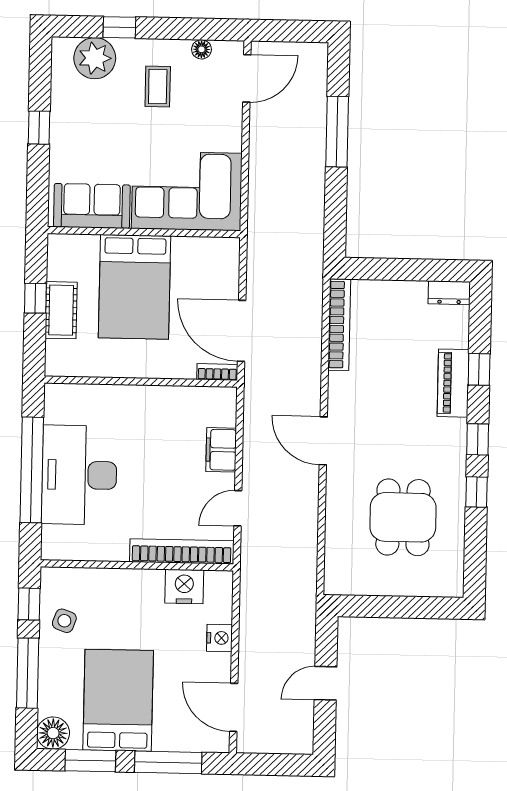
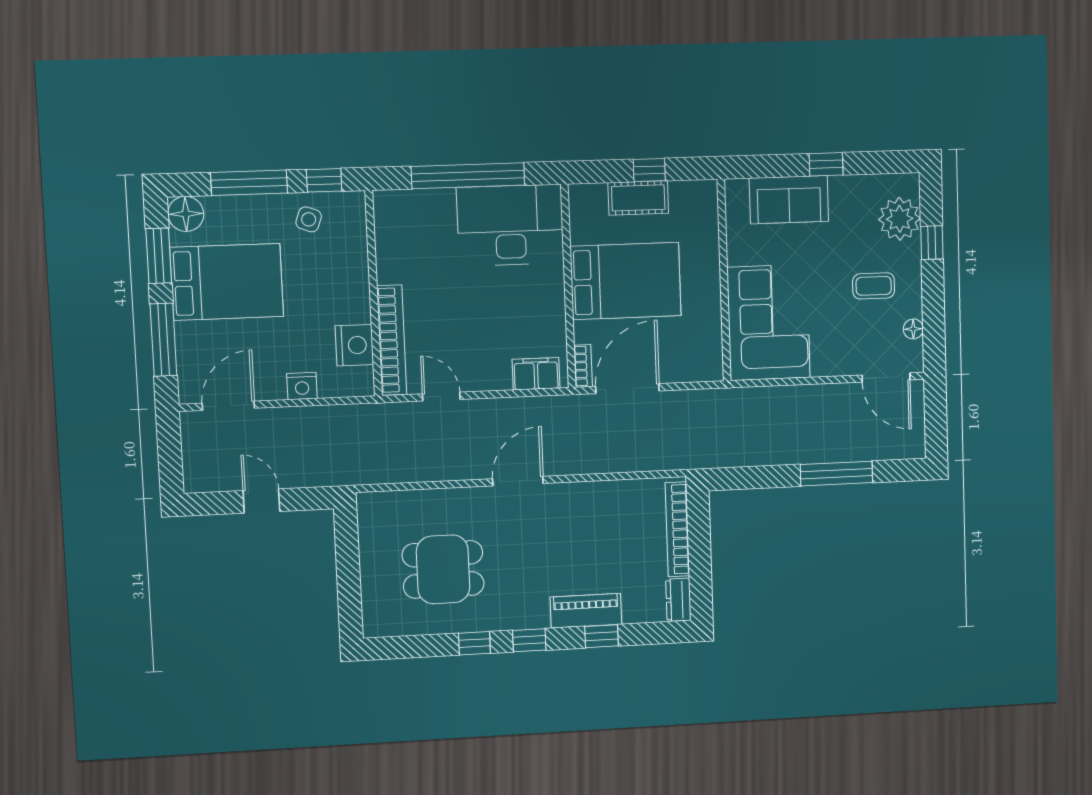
sofa: (92, 206) -> (789, 200), moved, turned 90
bed: (135, 287) -> (626, 281), moved, turned 180
bookcase: (339, 325) -> (677, 529), moved, turned 90
filing cabinet: (221, 450) -> (536, 374), moved
desk: (79, 475) -> (510, 225), moved

